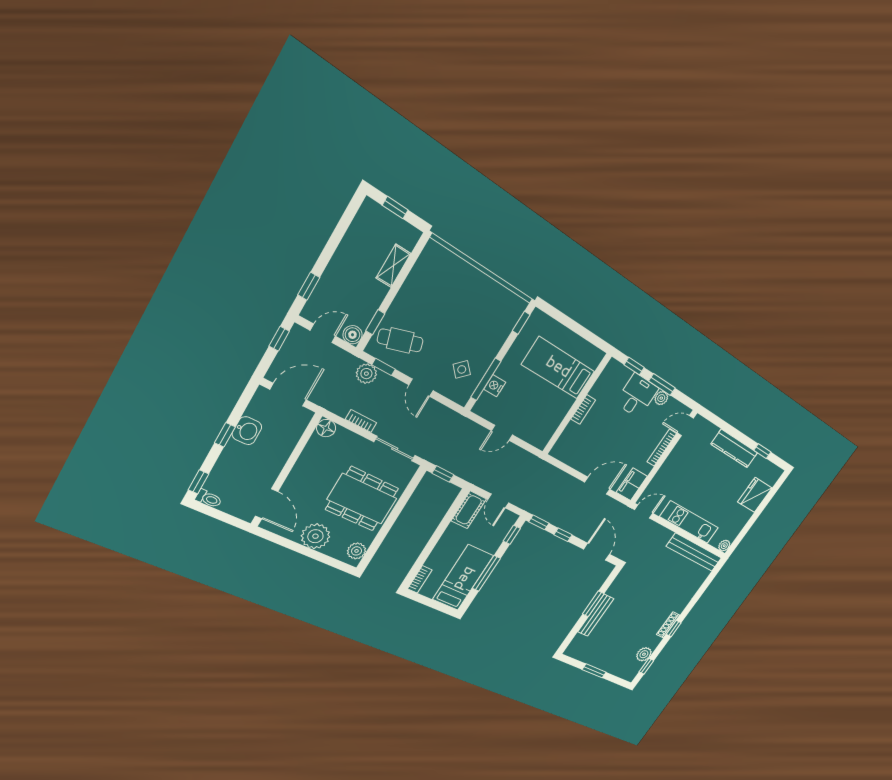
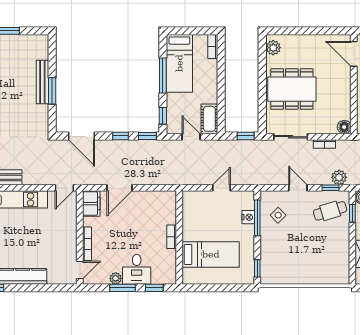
plant: (315, 536) -> (308, 45), removed

